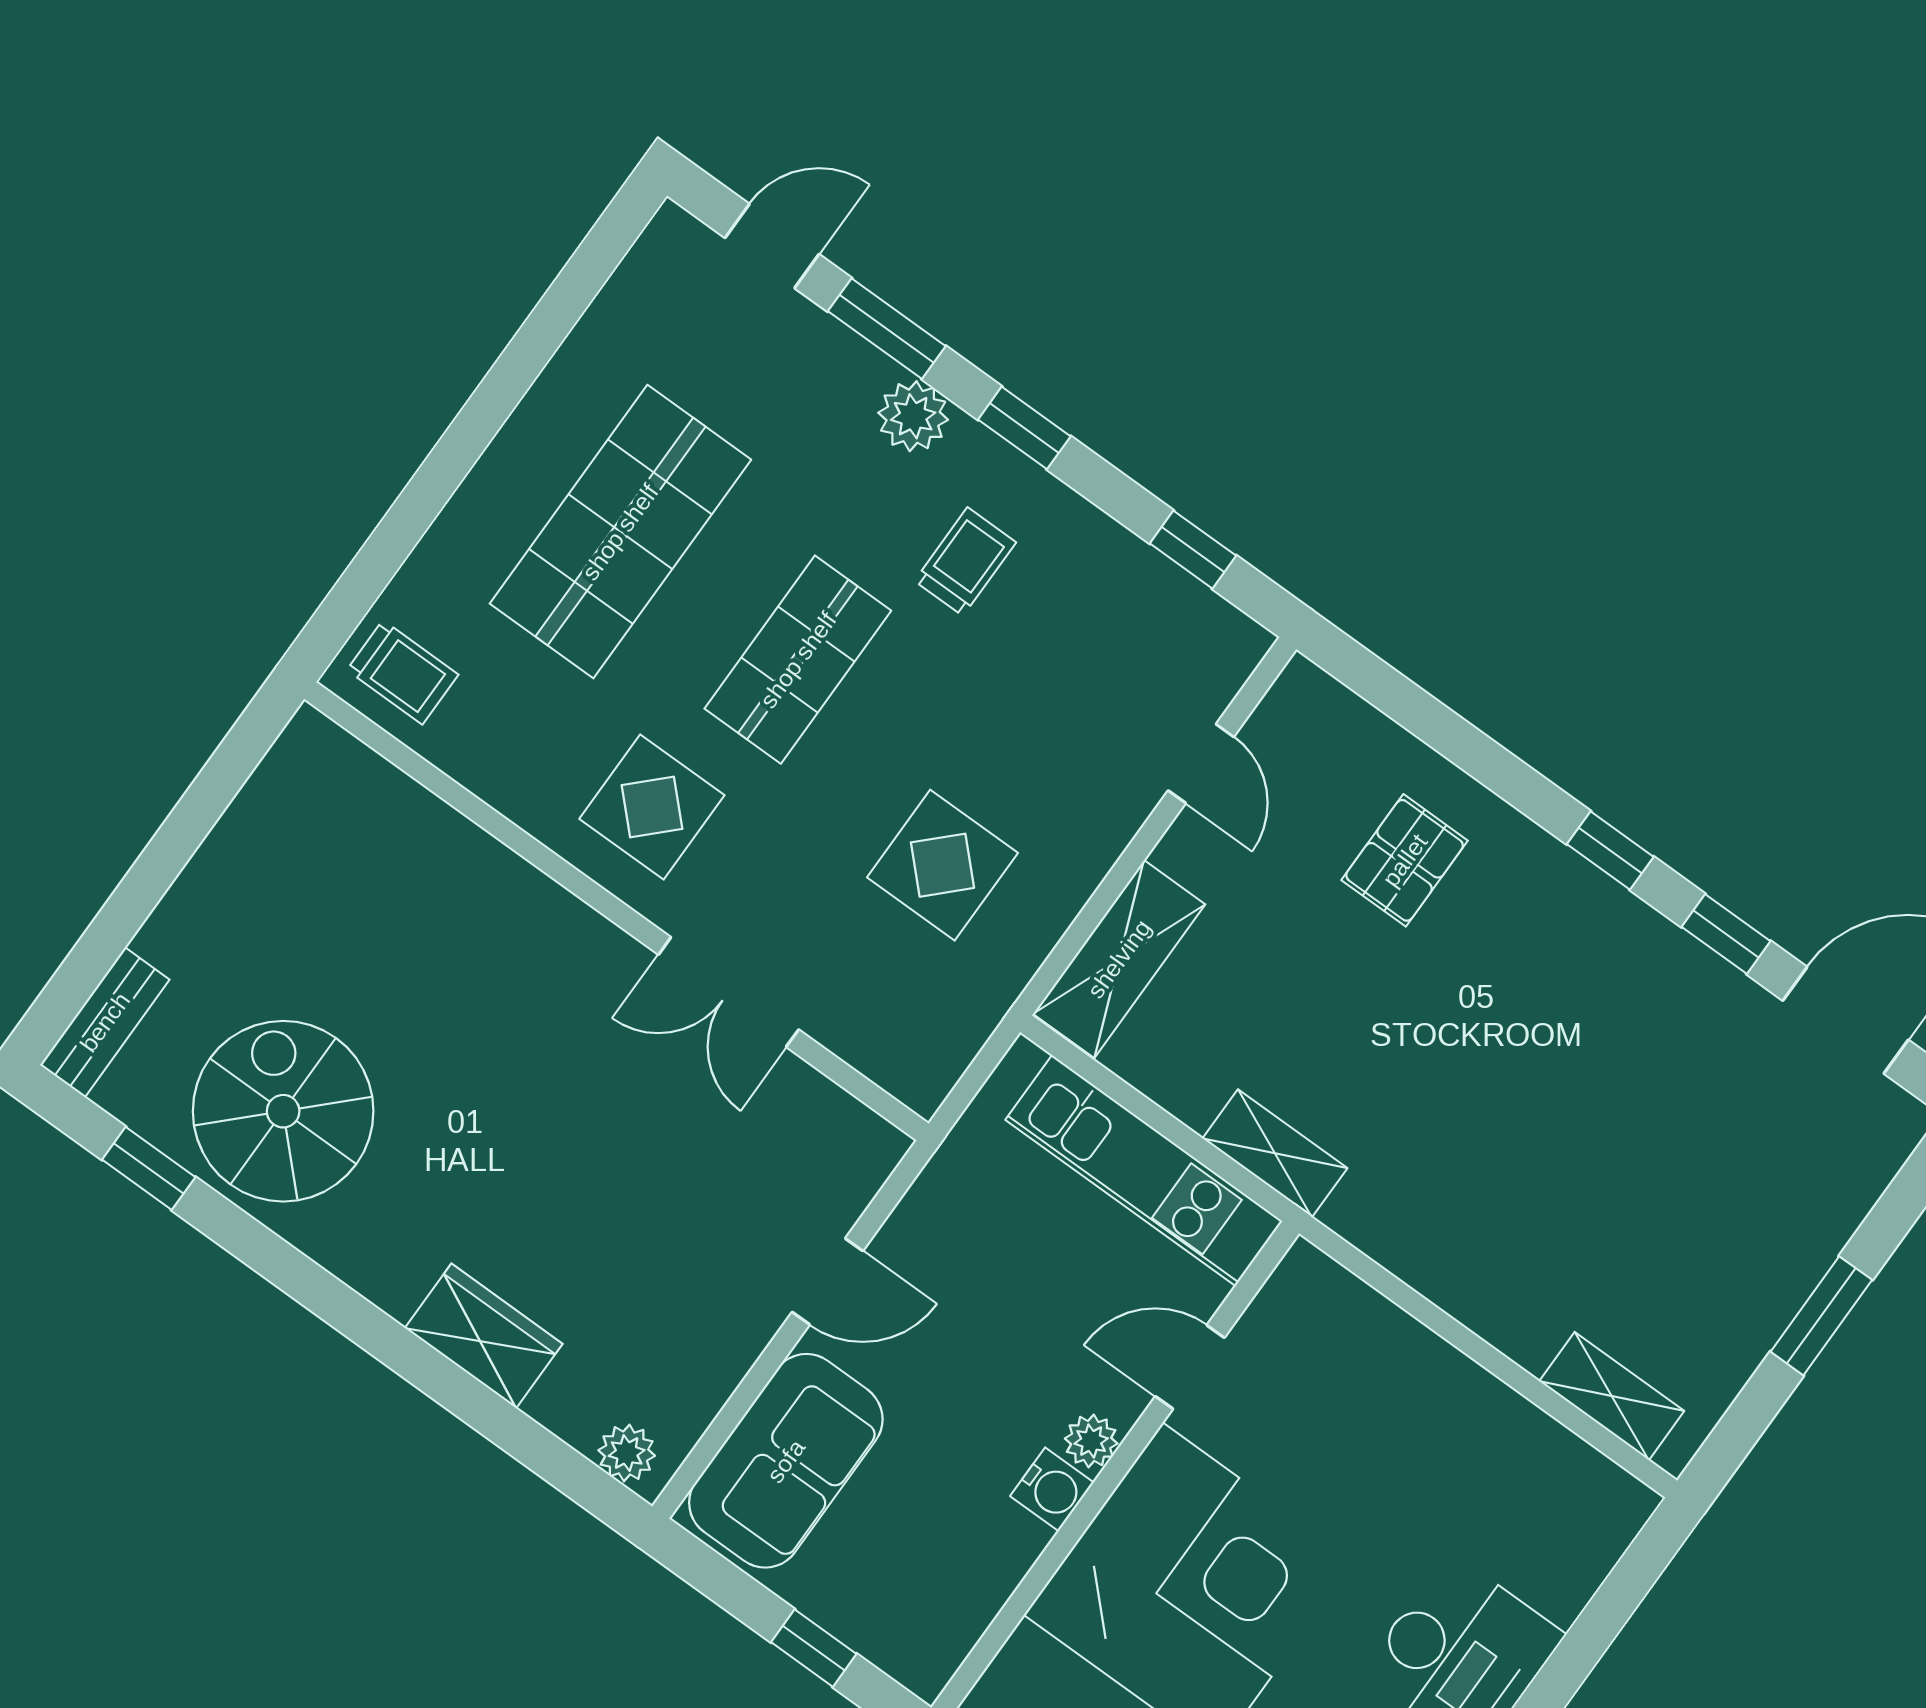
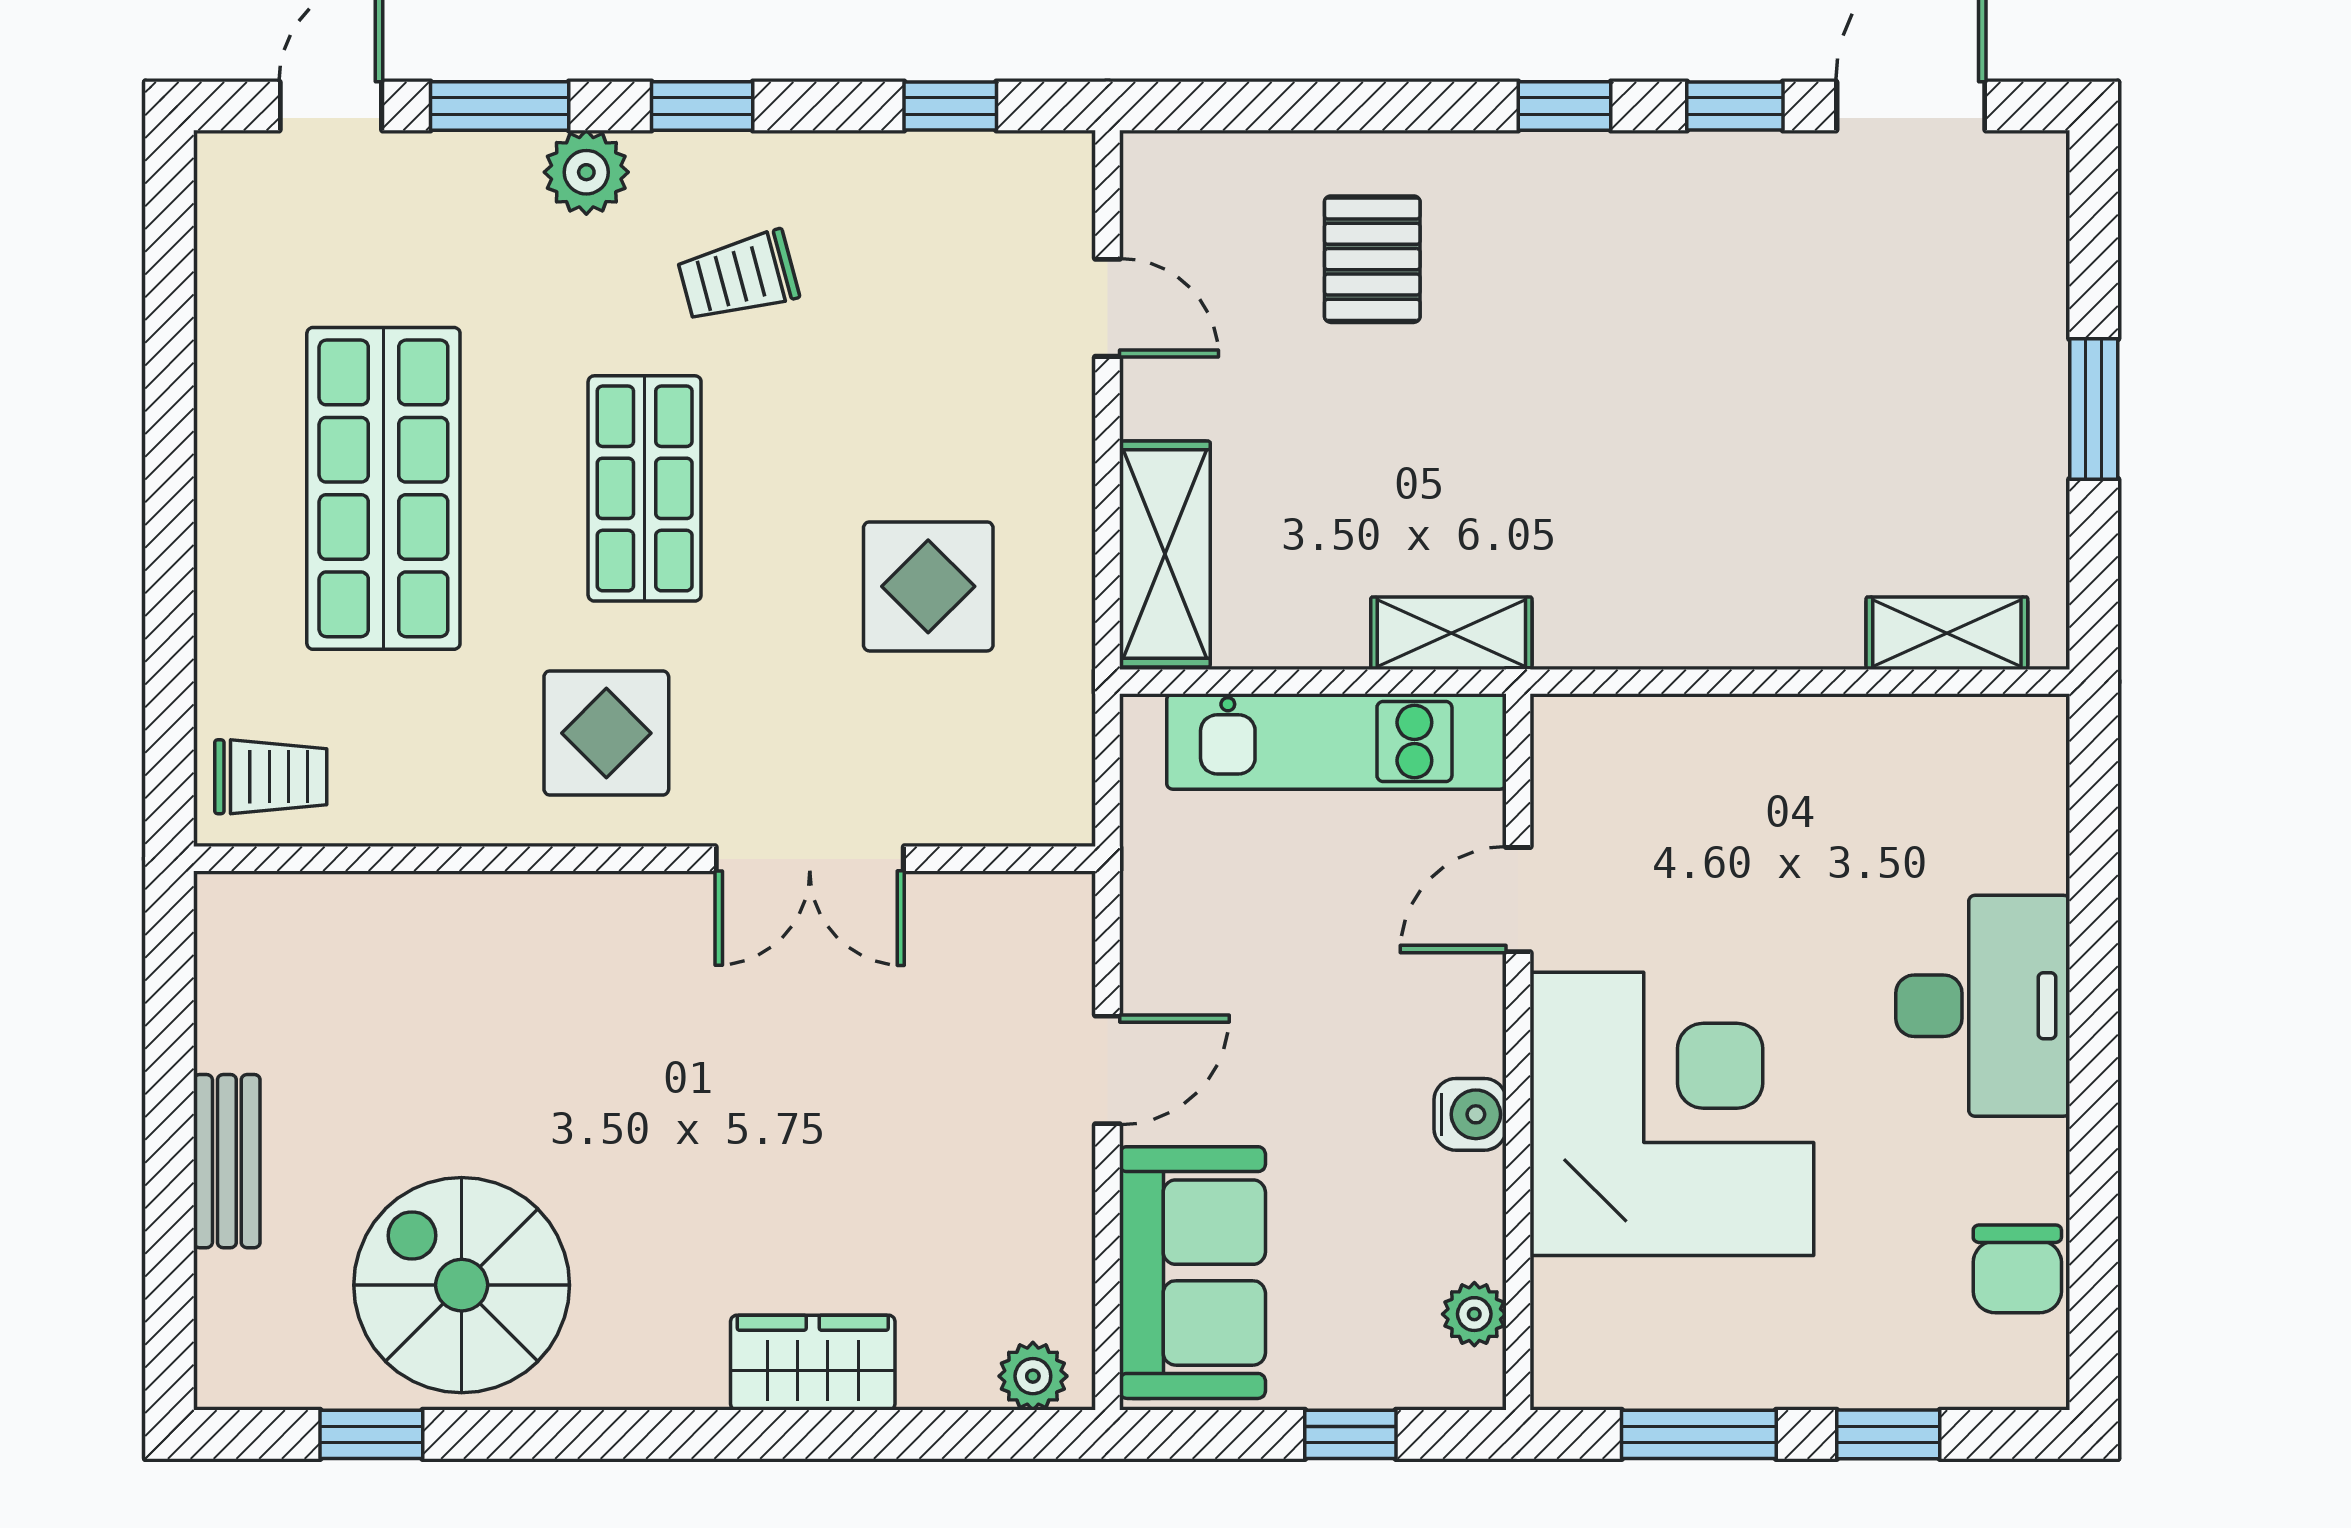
trolley: (965, 562) -> (738, 277), turned -105
bench: (105, 1022) -> (227, 1161), moved
plant: (1091, 1441) -> (1474, 1314), moved

